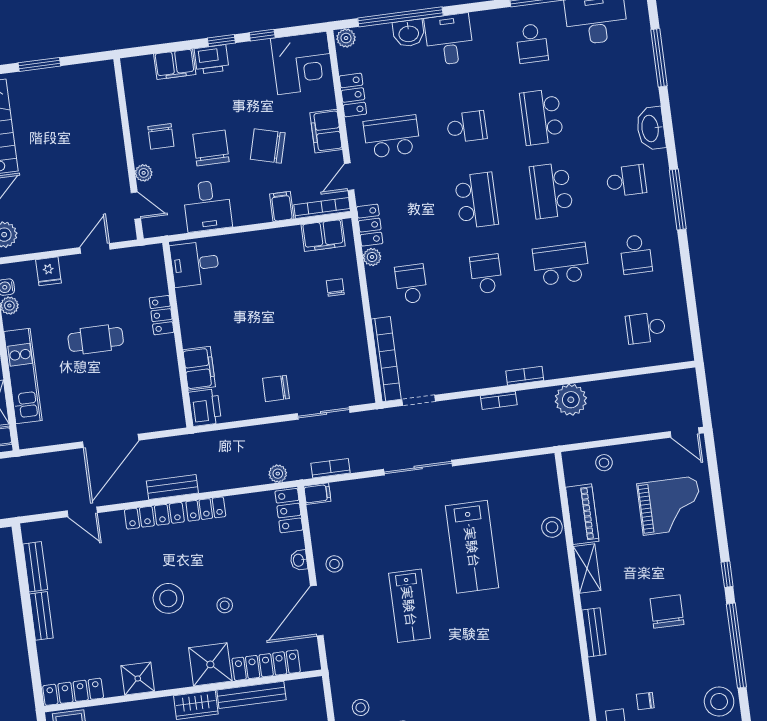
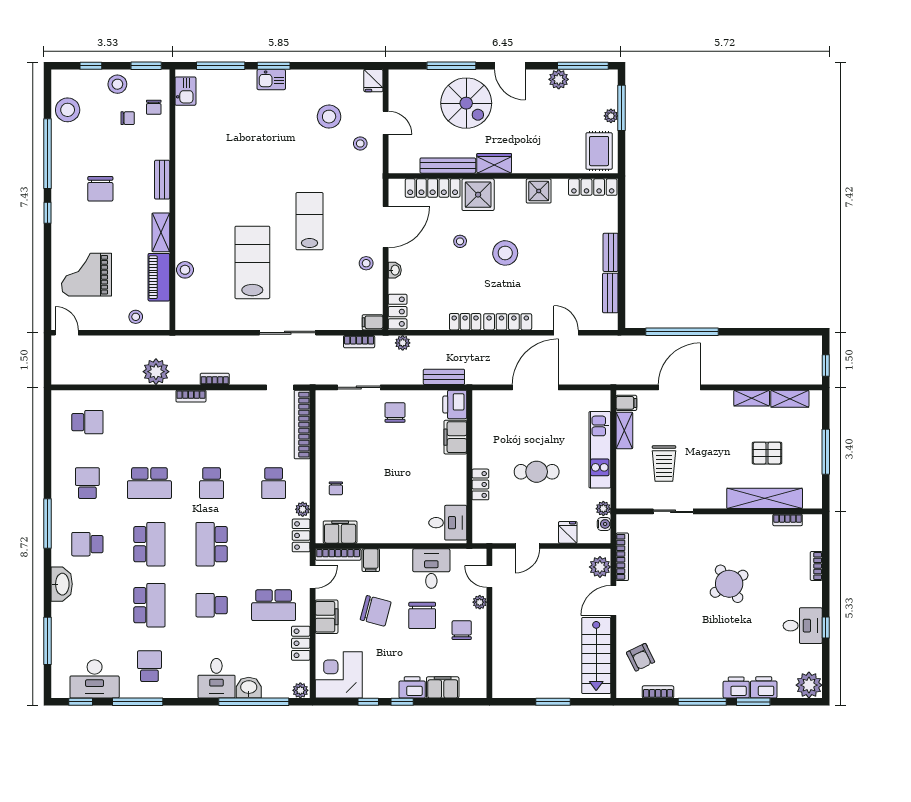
chair: (276, 388) -> (395, 412), turned -90
bench: (172, 487) -> (444, 377), moved

